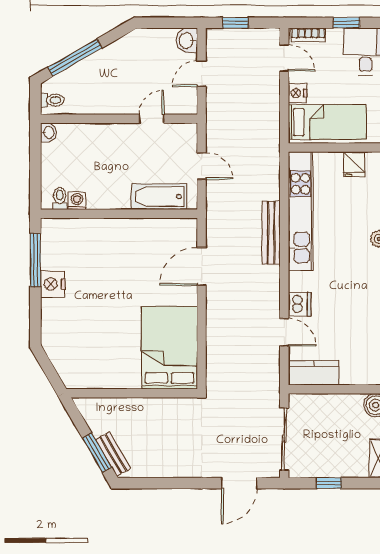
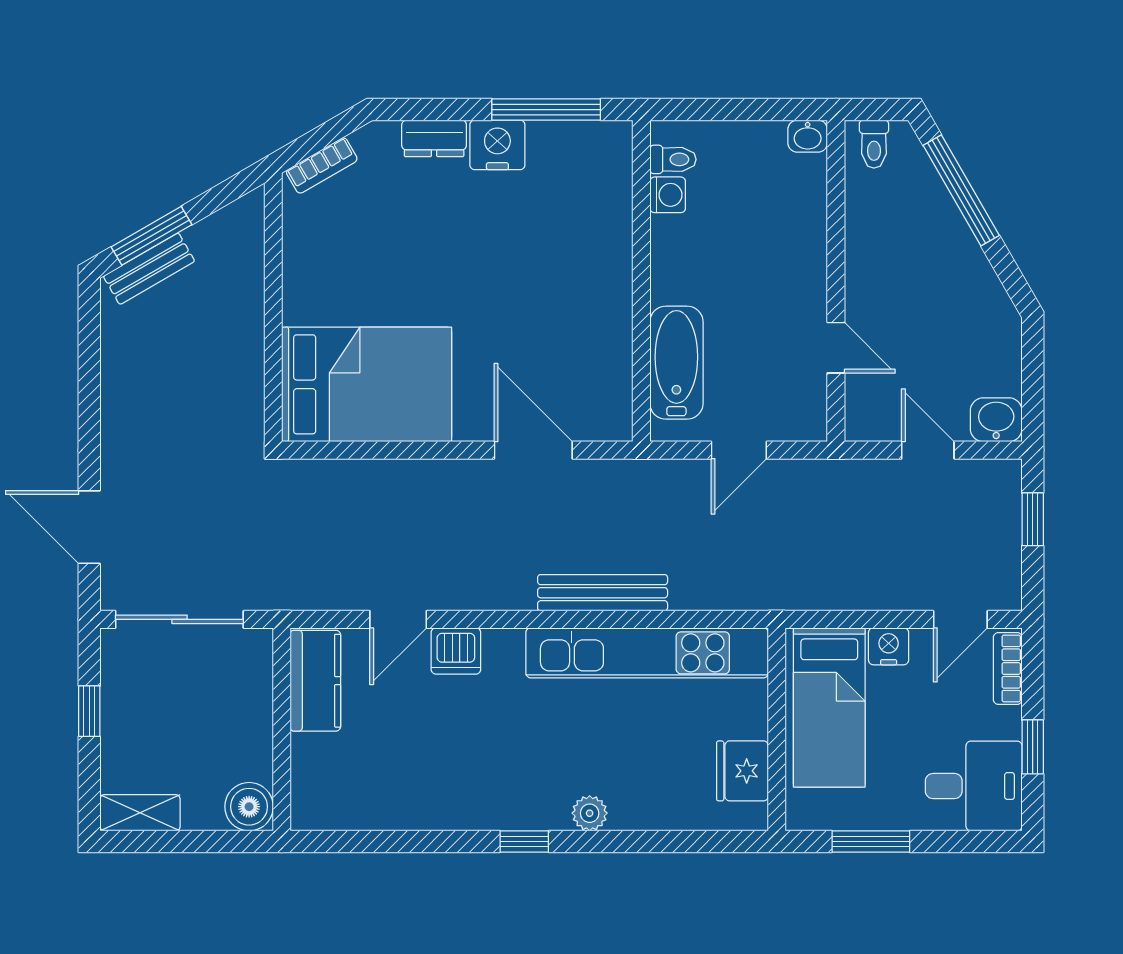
fridge: (354, 164) -> (742, 771), width x1.38
dresser: (49, 315) -> (434, 138), added
bookcase: (63, 370) -> (322, 165), added

